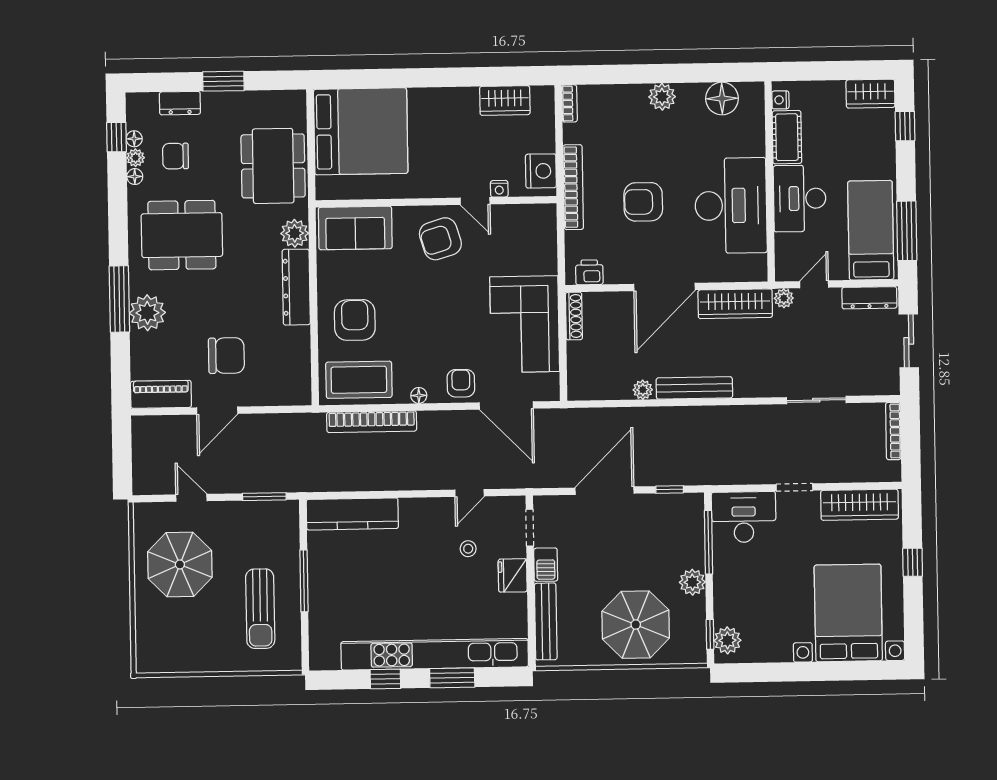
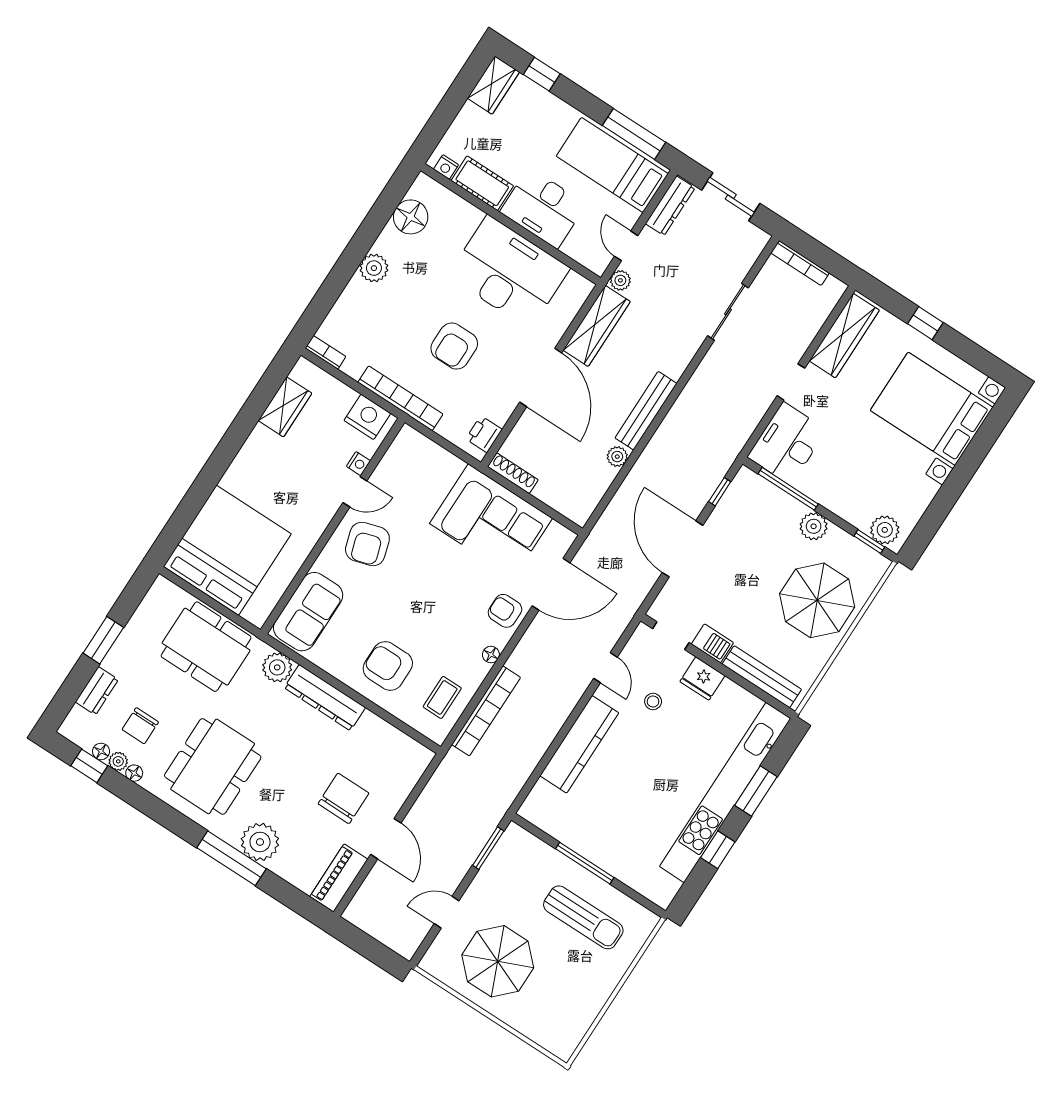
coffee table: (359, 380) -> (442, 697), width x0.54, depth x0.58
kitchen counter: (352, 514) -> (579, 744), moved

